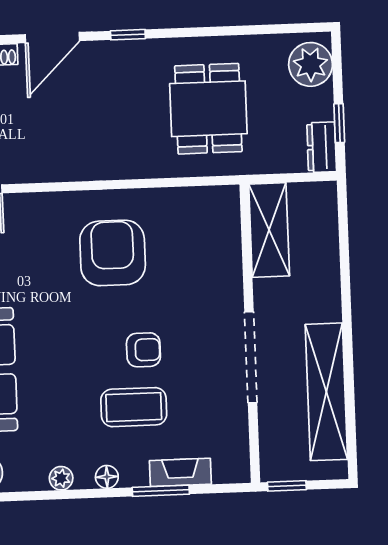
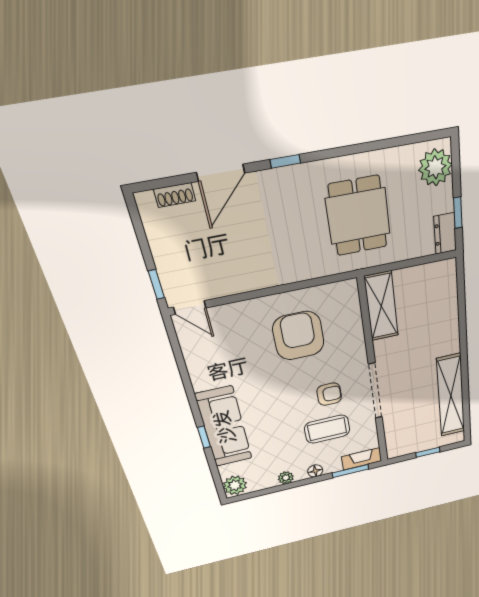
shelving: (269, 230) -> (381, 306), moved
wall: (250, 333) -> (373, 376), moved
doorway: (251, 357) -> (375, 391), moved

